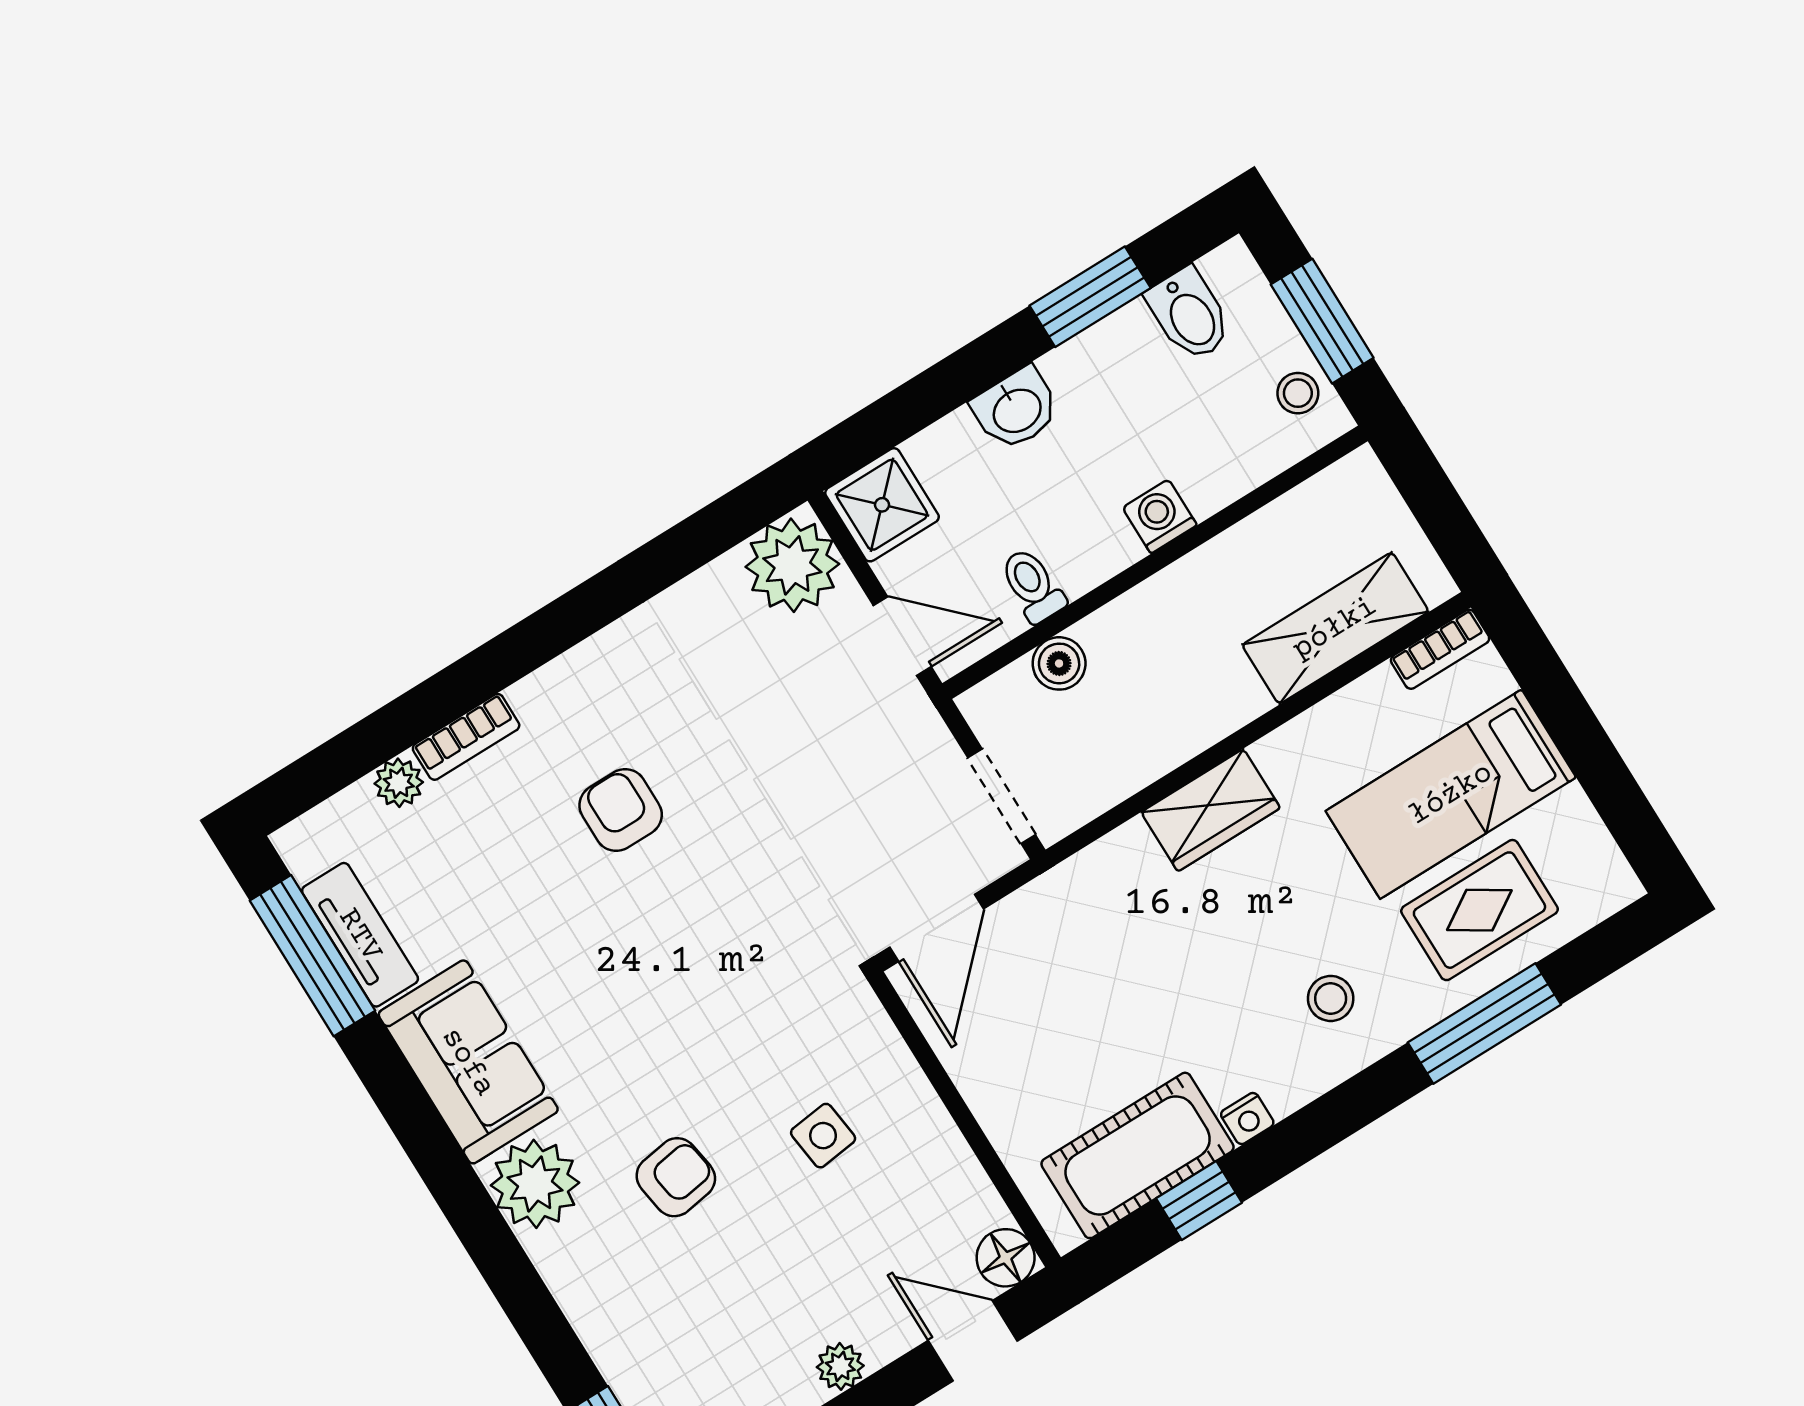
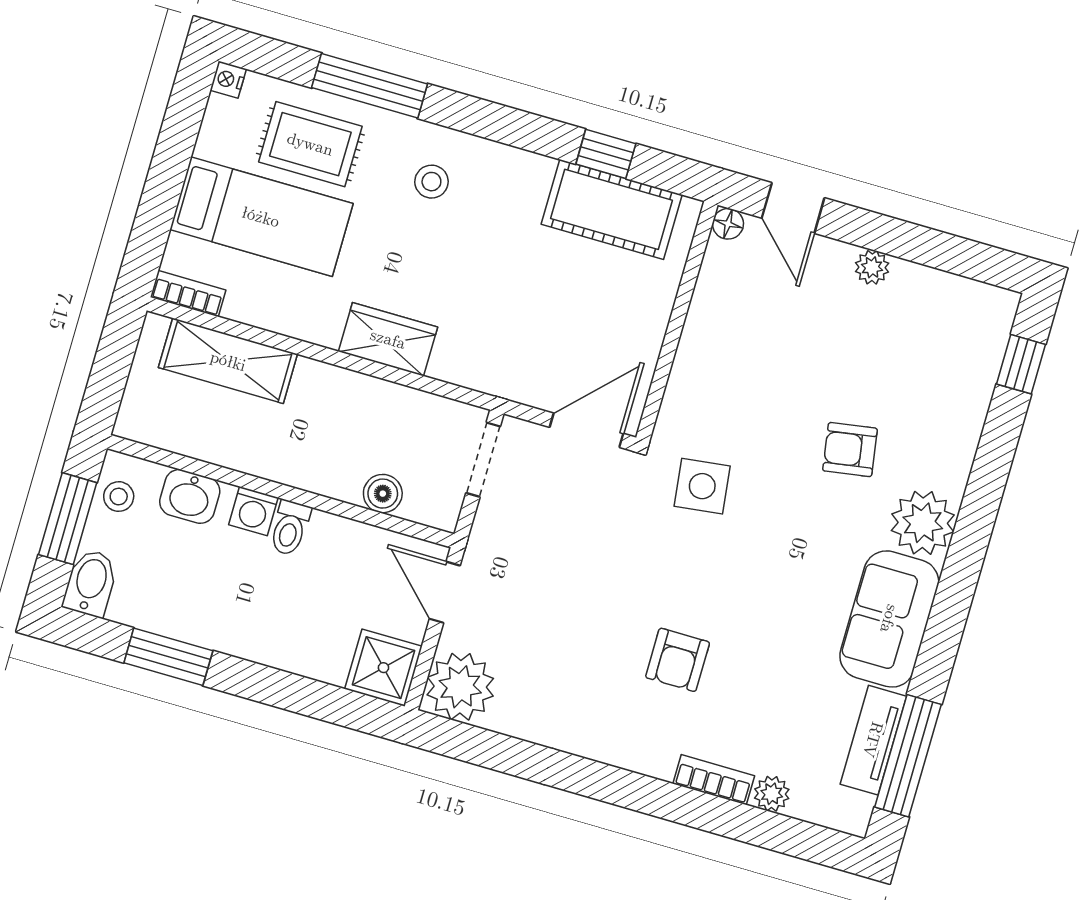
bidet: (1189, 314) -> (90, 583), moved
washbasin: (1016, 409) -> (190, 496), moved, turned 180
toilet: (1033, 585) -> (290, 528), moved
nightstand: (1247, 1118) -> (228, 80), moved, turned -90
side table: (823, 1136) -> (702, 486), moved, width x1.37, depth x1.37
floor lamp: (1006, 1258) -> (728, 224), width x0.73, depth x0.73

